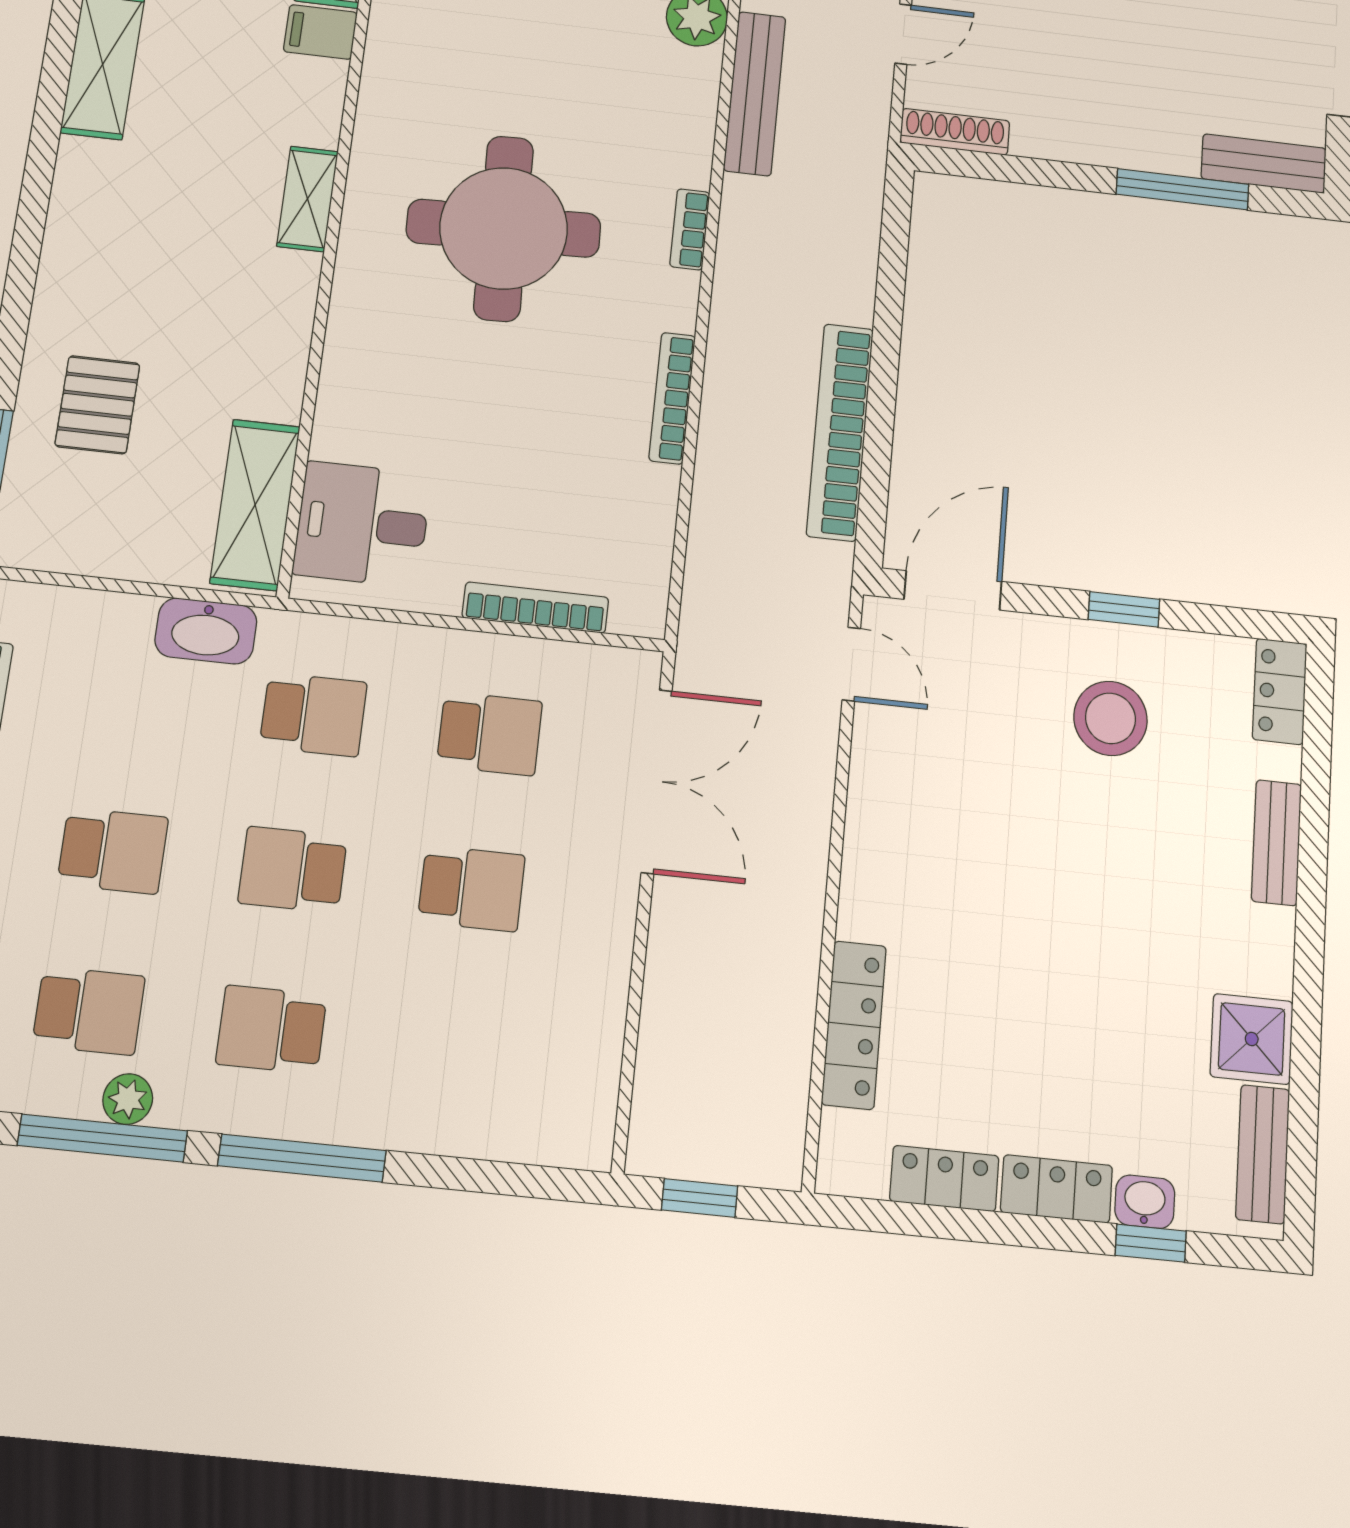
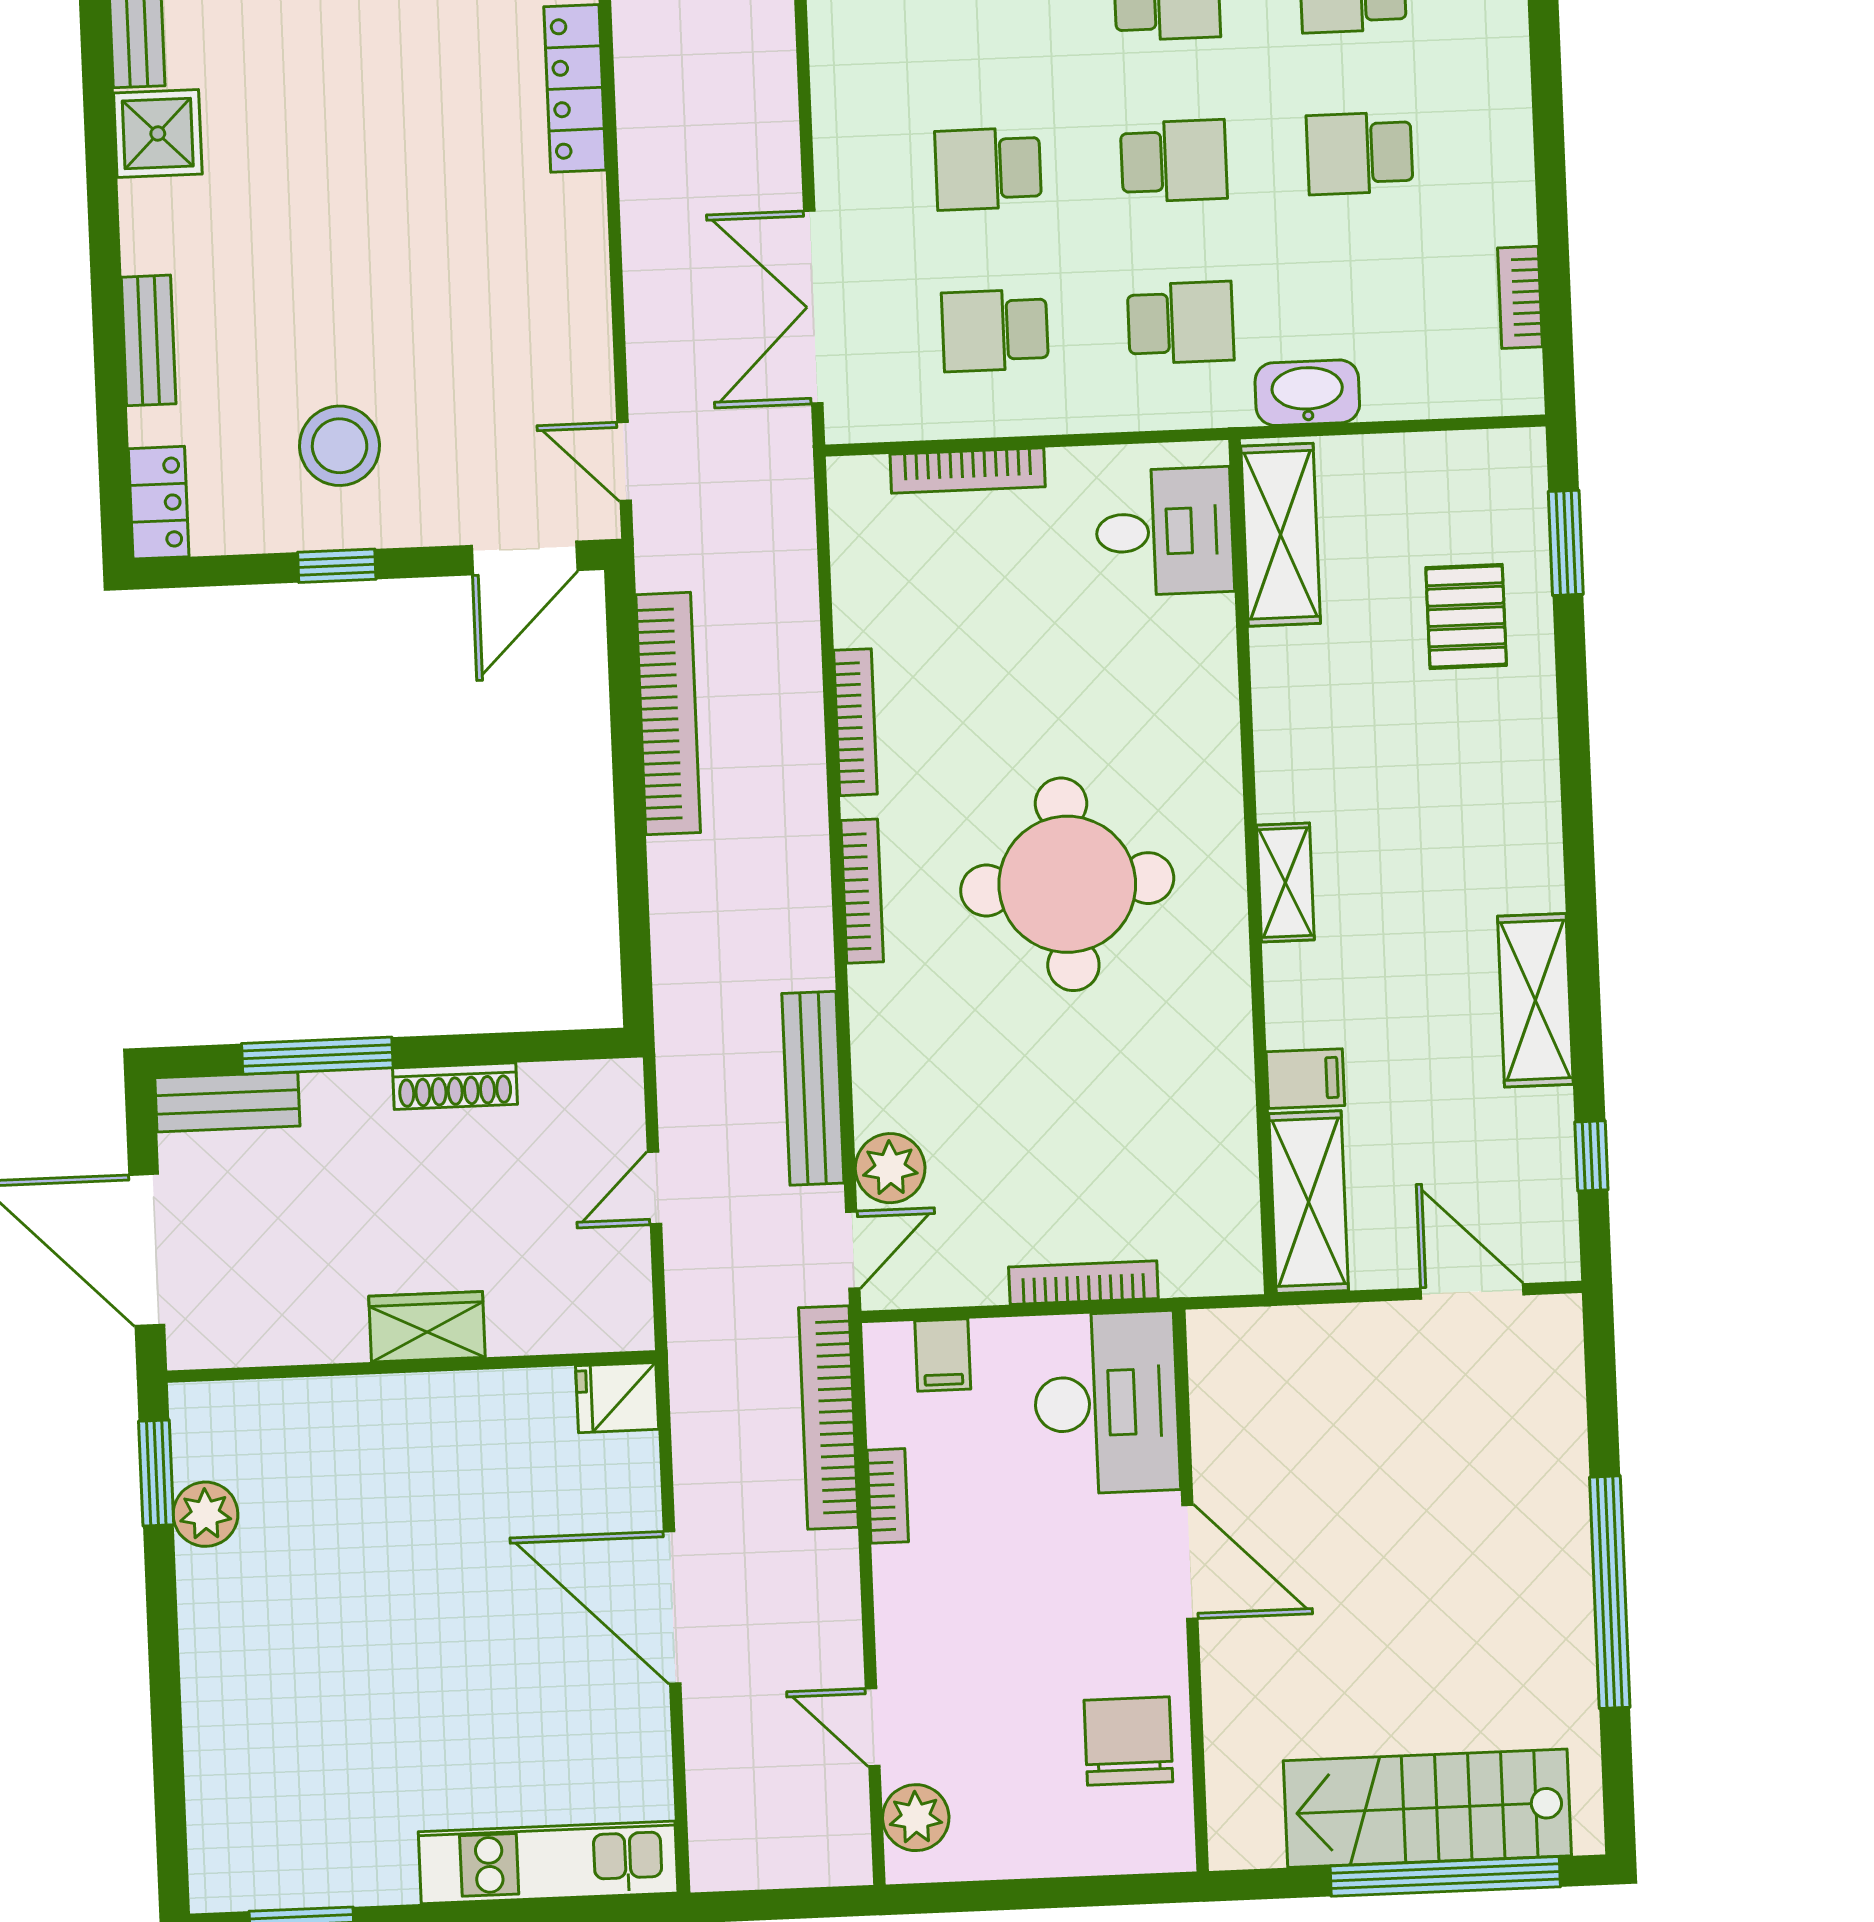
shoe rack: (955, 132) -> (455, 1086), moved
bookcase: (690, 229) -> (862, 891), width x1.56
school desk: (313, 715) -> (1181, 323), turned 180

